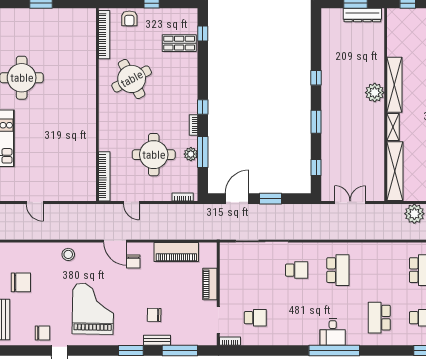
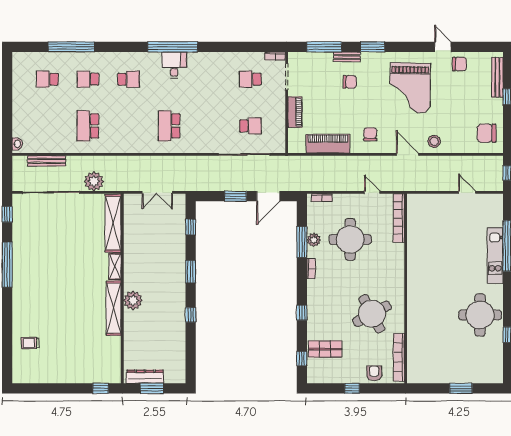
window: (203, 107) -> (302, 313), moved
door: (115, 241) -> (407, 154), moved
school desk: (297, 270) -> (250, 126), moved, turned 180
chair: (21, 282) -> (487, 133), moved
school desk: (379, 318) -> (129, 79), width x0.54
chair: (43, 333) -> (459, 64), turned 180

